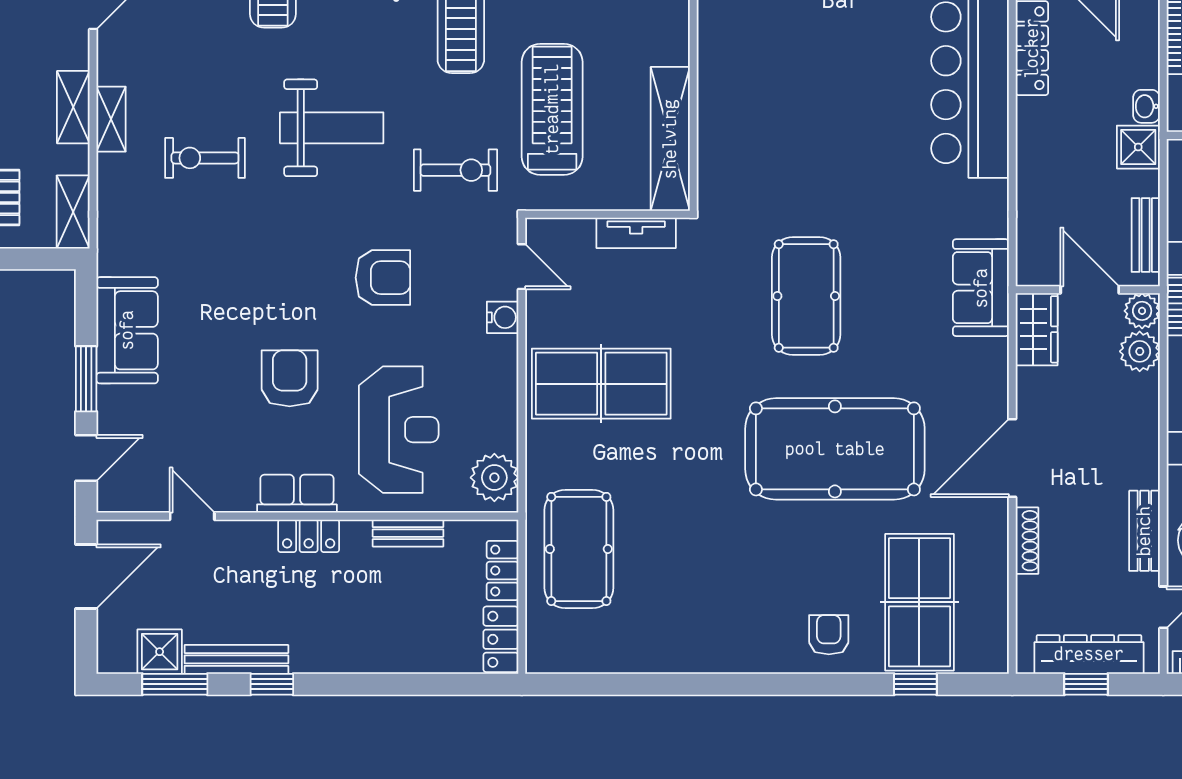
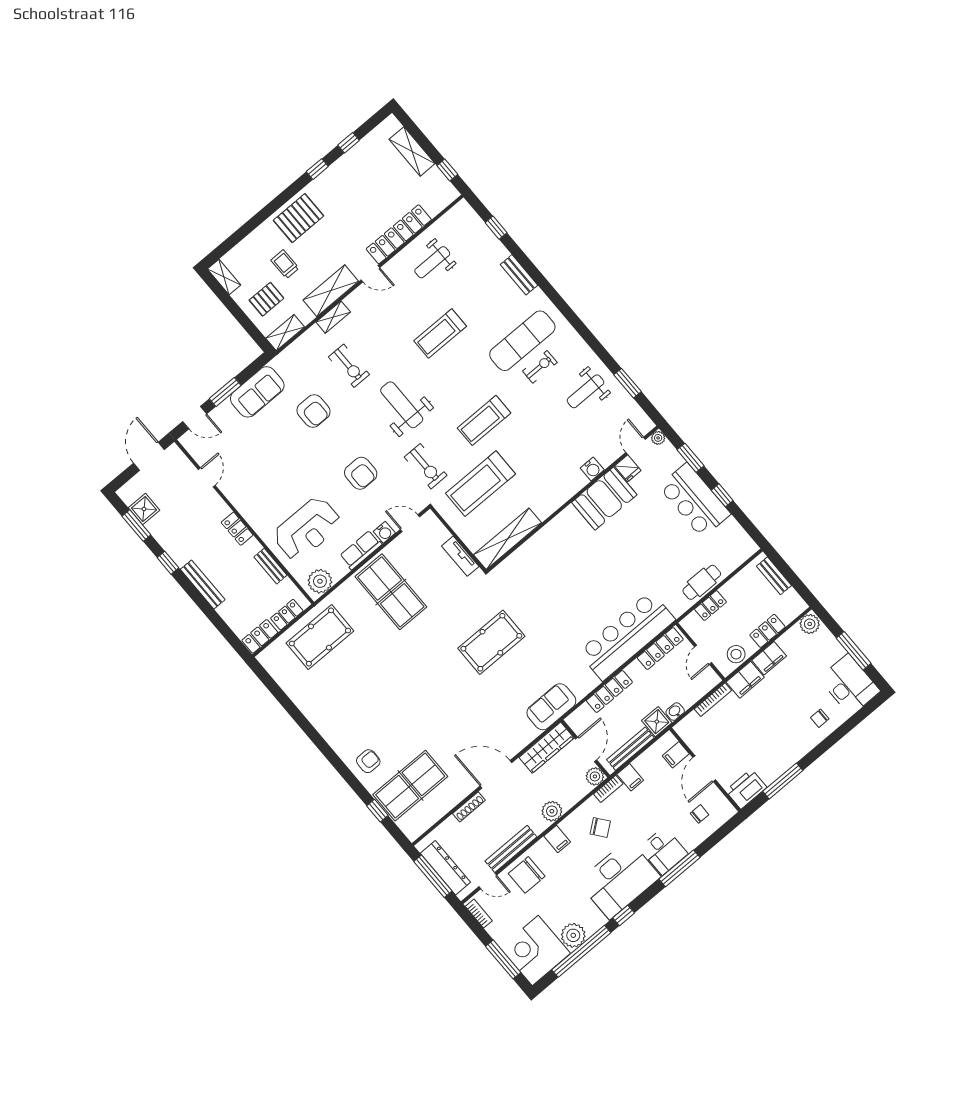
shelving: (73, 107) -> (331, 291), width x1.50, depth x1.33
treadmill: (552, 109) -> (481, 484), turned 180
weight bench: (332, 128) -> (402, 405), turned 180
exercise bike: (205, 158) -> (349, 366), turned 180
locker: (1032, 180) -> (609, 691), added
bench: (1146, 235) -> (630, 749), width x1.36
door: (522, 267) -> (410, 523), swing flipped
wardrobe: (1037, 329) -> (547, 748), width x1.50
plant: (1140, 351) -> (552, 811), moved
armchair: (290, 378) -> (314, 411), moved, turned 90
pool table: (835, 449) -> (442, 703), removed
row of seats: (297, 494) -> (361, 550), moved, turned -90
bench: (1144, 531) -> (511, 849), width x1.36
door: (86, 577) -> (149, 456), swing flipped
bench: (236, 659) -> (203, 584), moved
window: (1086, 684) -> (433, 876), width x2.17

